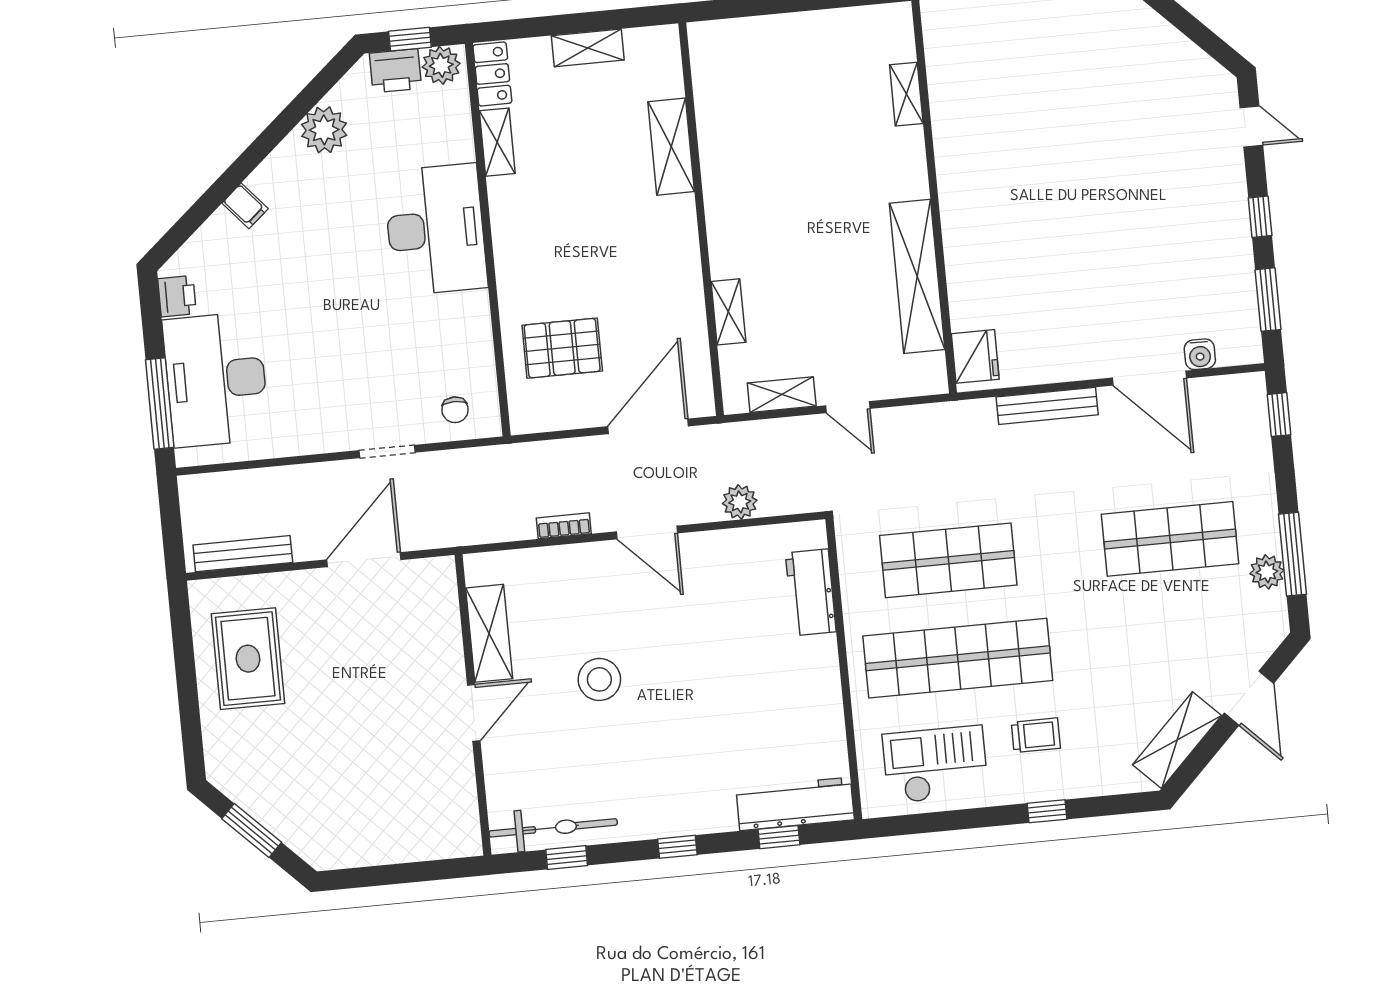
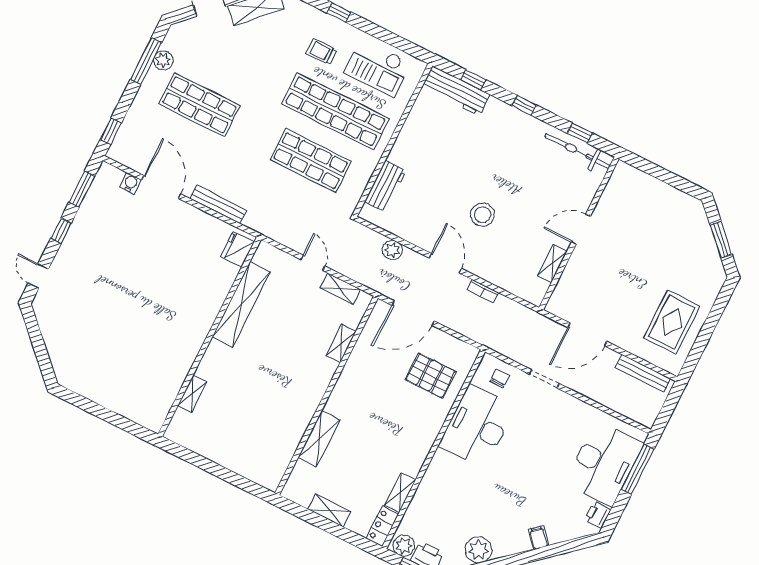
desk: (435, 230) -> (477, 426), moved
shelving: (489, 633) -> (552, 264), width x0.67, depth x0.75
stool: (599, 679) -> (483, 215), moved

